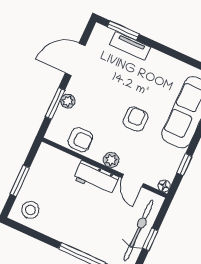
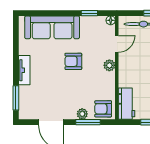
tv unit: (130, 46) -> (24, 70), moved
armchair: (80, 140) -> (103, 109), moved, turned -90
workbench: (96, 178) -> (127, 104), moved

